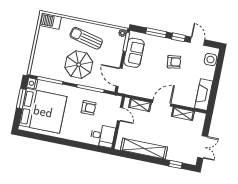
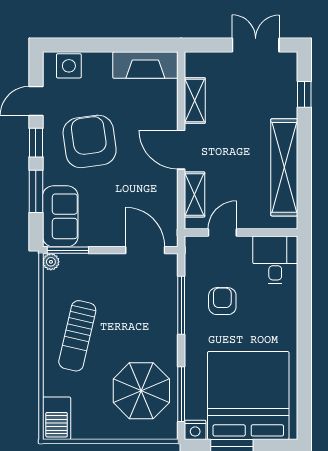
sofa: (134, 53) -> (60, 216), moved, turned 90
armchair: (174, 62) -> (90, 141), width x1.88, depth x1.88
parasol: (79, 65) -> (141, 391), moved
door: (119, 77) -> (145, 250), swing flipped

